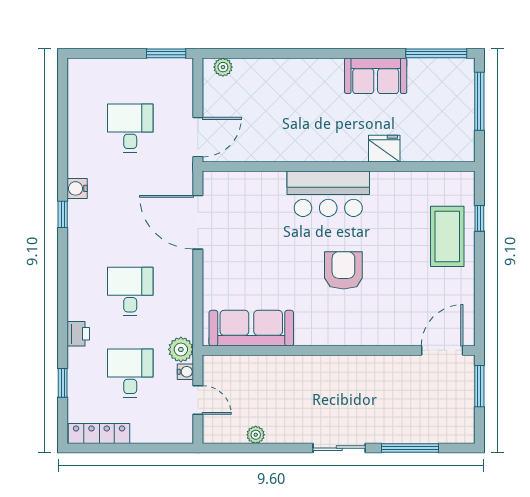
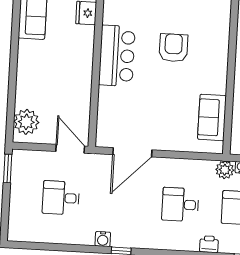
plant: (223, 67) -> (26, 122), width x1.88, depth x1.88
armchair: (343, 270) -> (173, 48), turned 90
sofa: (251, 328) -> (212, 117), width x0.73

